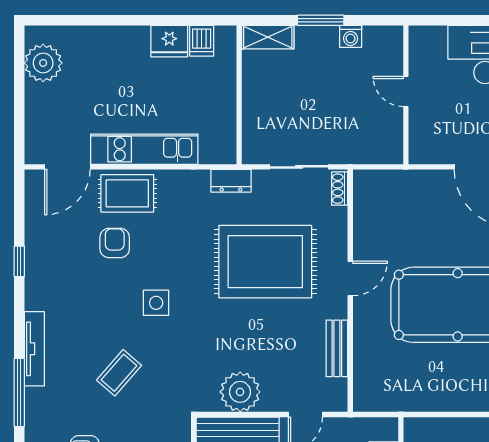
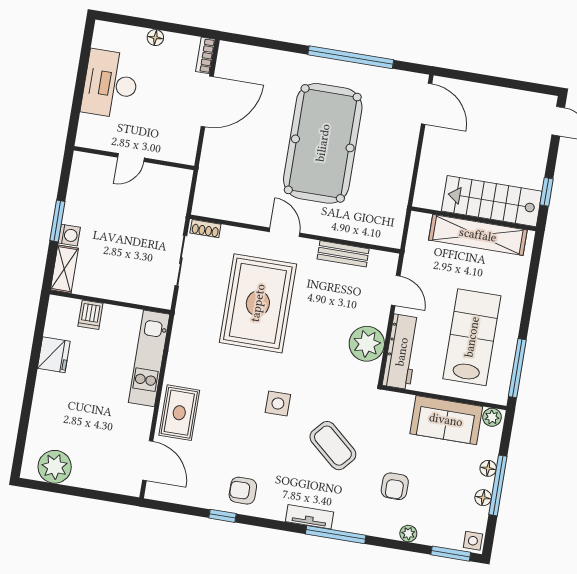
washing machine: (351, 36) -> (69, 235), moved
dishwasher: (202, 41) -> (90, 315), moved, turned 90
kitchen unit: (144, 149) -> (149, 358), moved
dresser: (231, 181) -> (183, 321), removed
armchair: (115, 243) -> (243, 491), moved
tv unit: (34, 349) -> (309, 517), width x0.71
coffee table: (119, 373) -> (333, 446), width x1.36, depth x1.30

